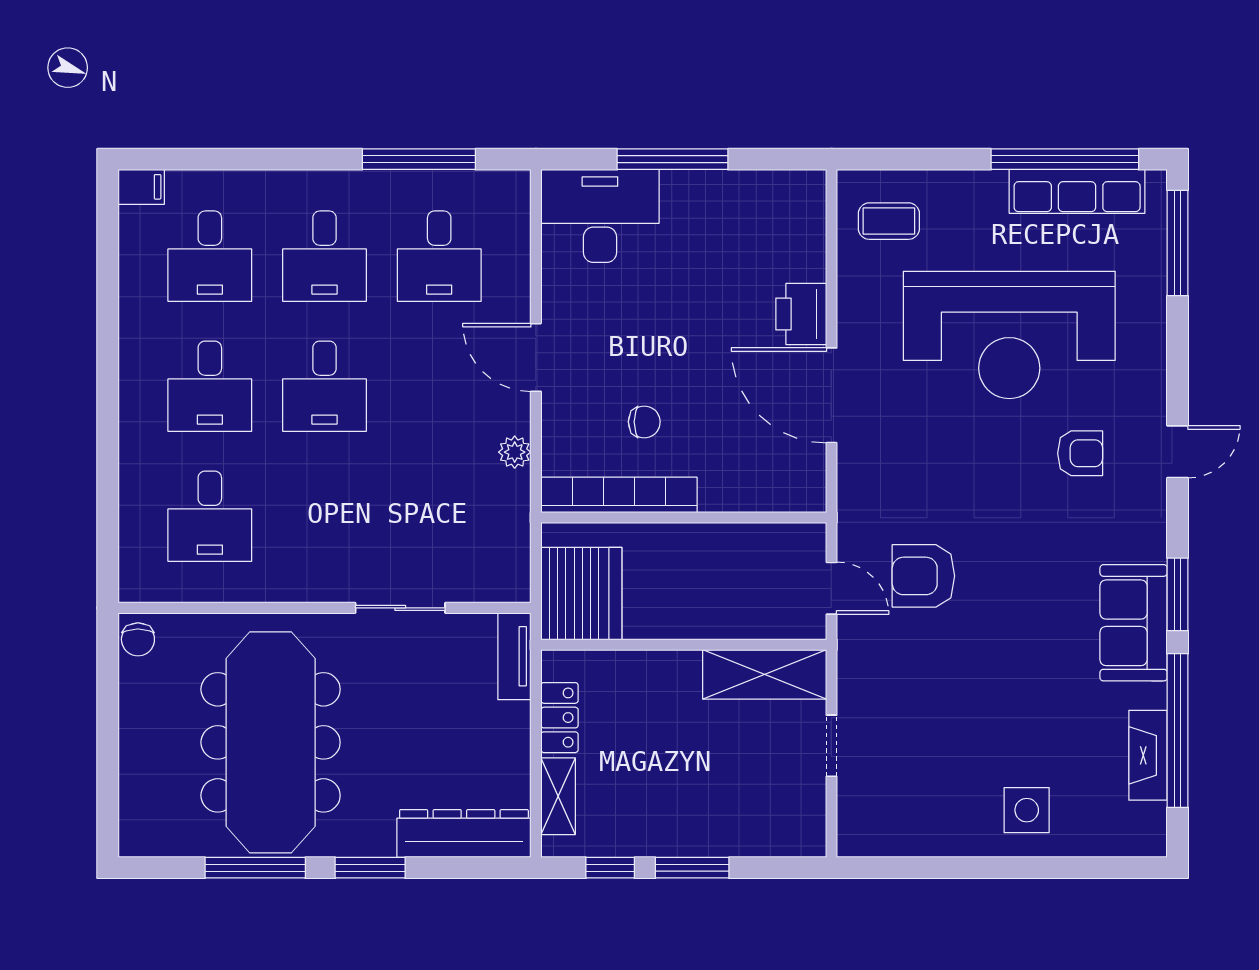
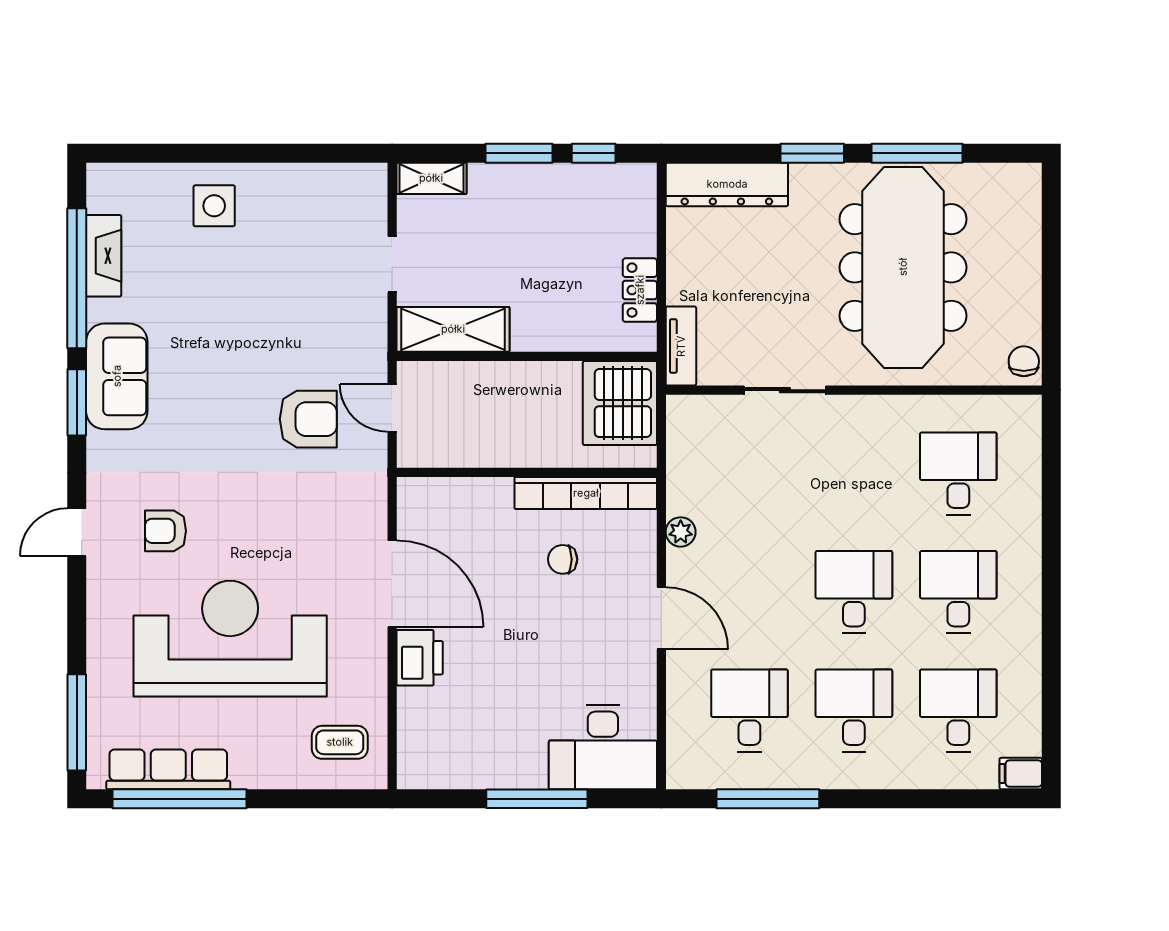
shelving: (558, 796) -> (431, 178), moved, turned 90

